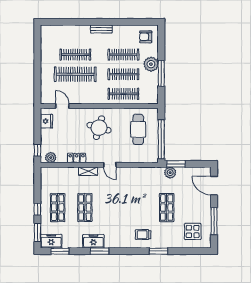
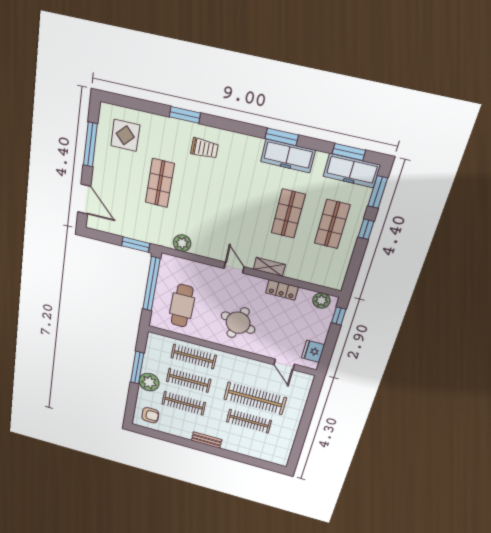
plant: (170, 173) -> (182, 243), moved
freezer: (51, 241) -> (352, 171), width x1.40
freezer: (93, 241) -> (288, 156), width x1.40

